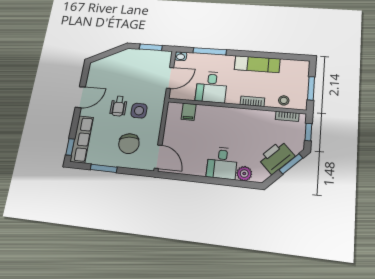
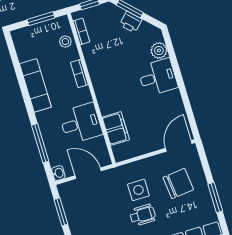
filing cabinet: (189, 112) -> (116, 128), width x2.00
printer: (276, 157) -> (131, 22), width x0.53, depth x0.68

